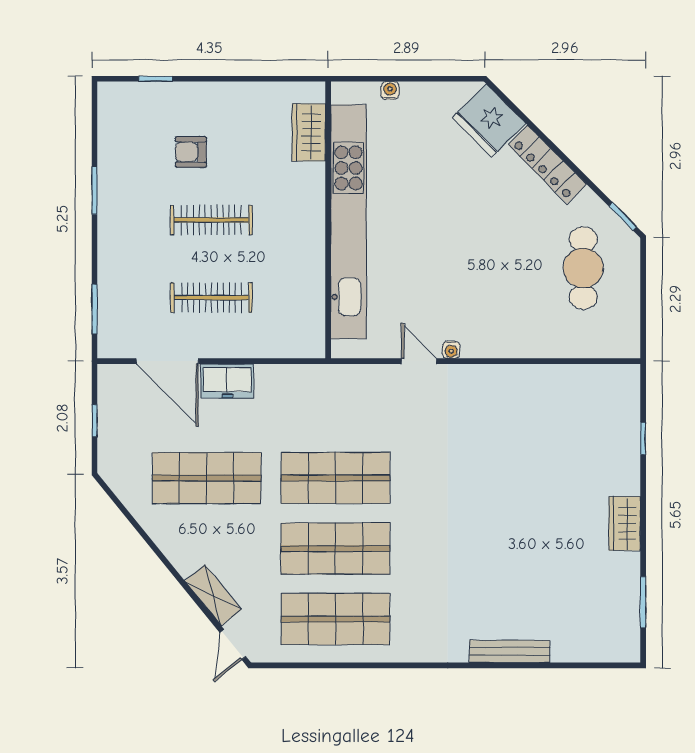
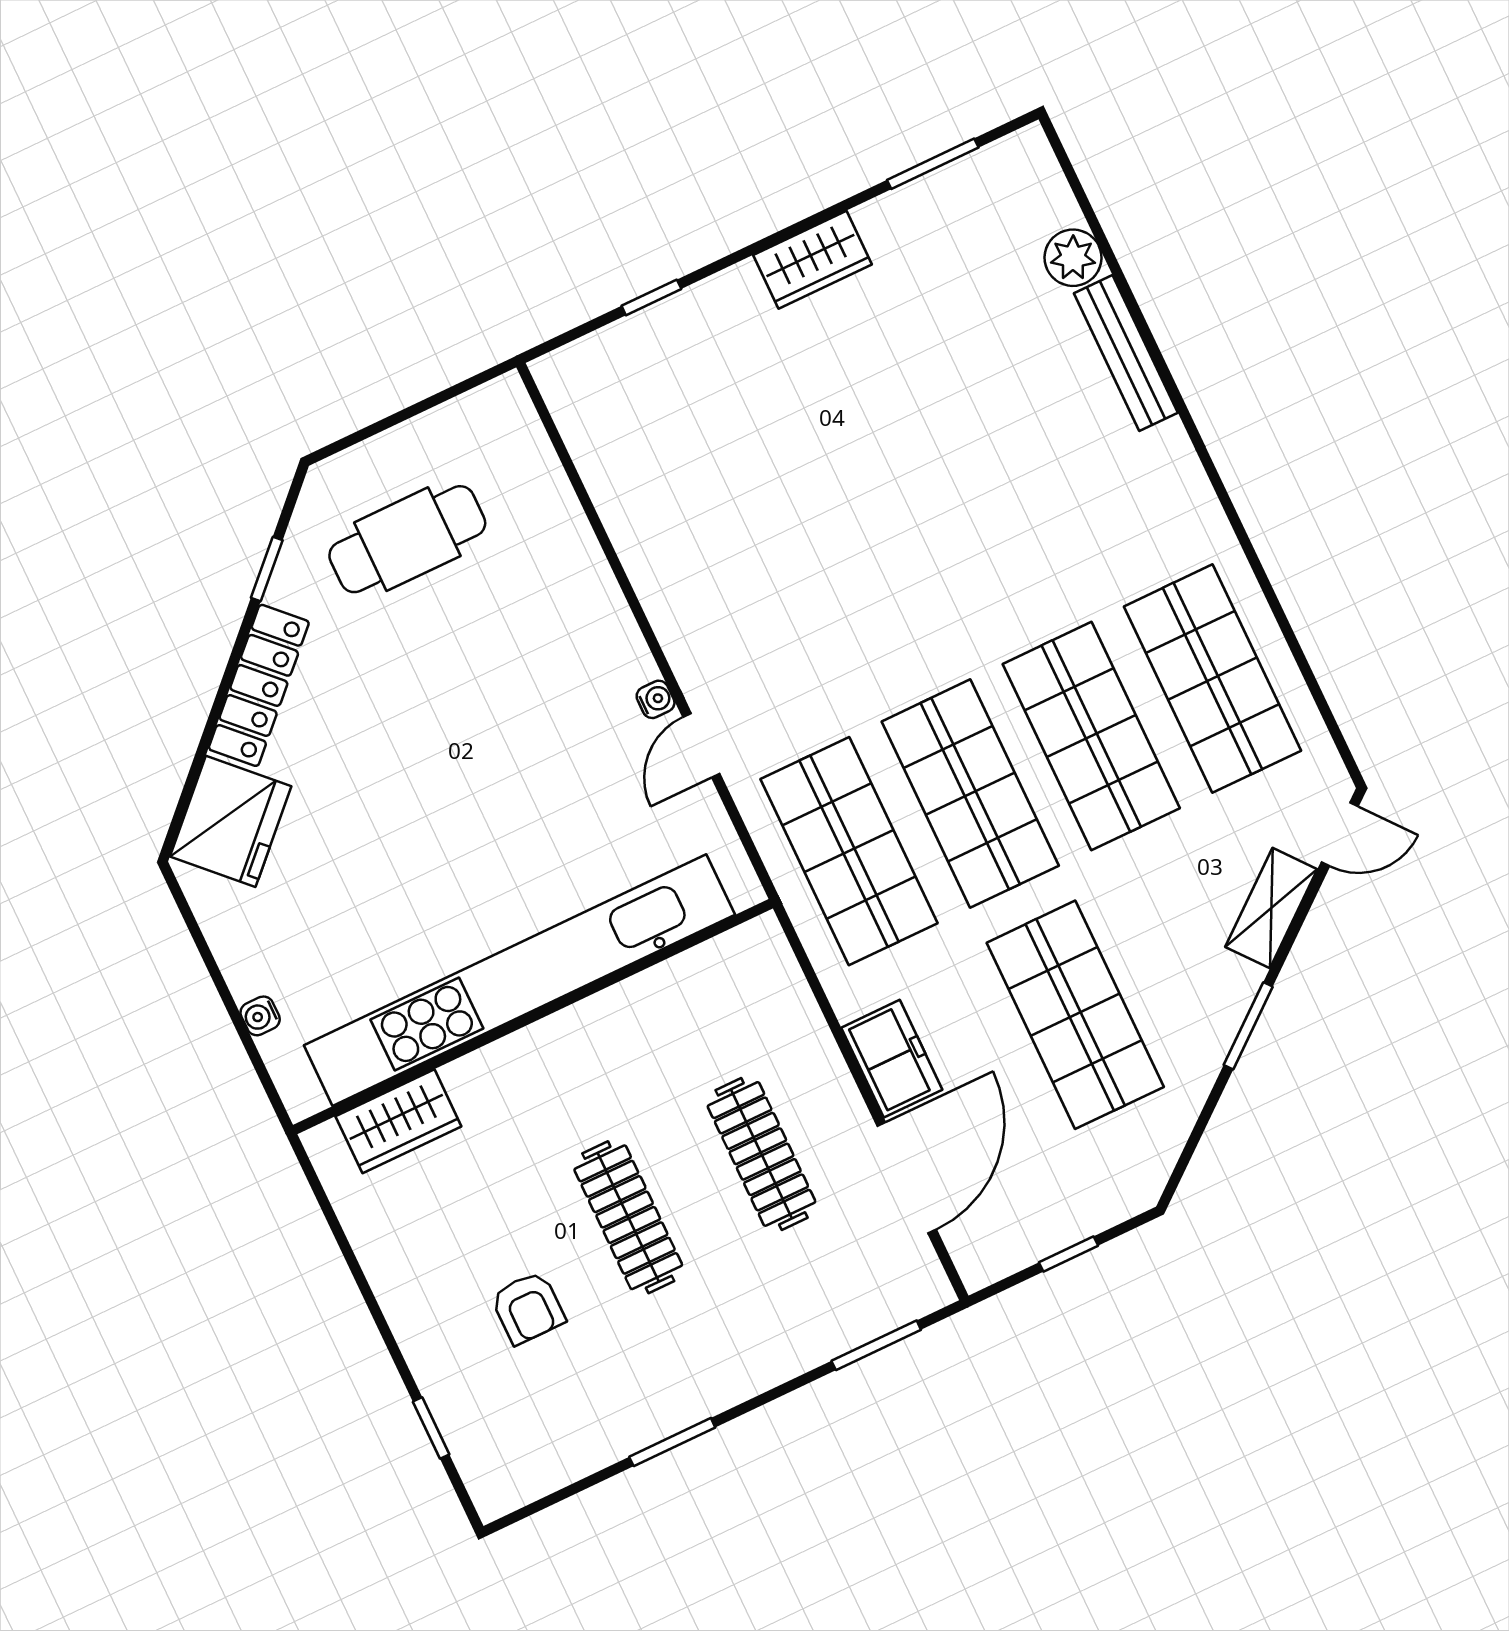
window: (623, 216) -> (267, 569), moved
shop shelf: (335, 407) -> (849, 851), added
window: (162, 558) -> (1248, 1026), added
plant: (567, 648) -> (1073, 258), added

